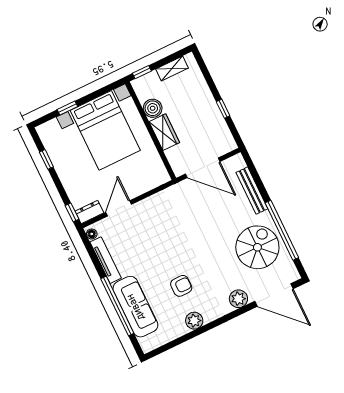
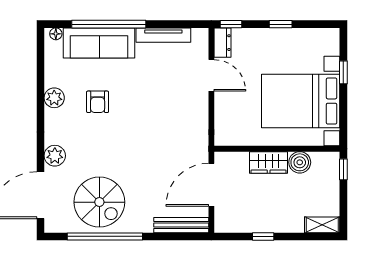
shelving: (172, 68) -> (322, 225), moved, turned 90
window: (46, 159) -> (281, 24), moved
bench: (252, 191) -> (181, 225), moved
floor lamp: (92, 234) -> (56, 34), moved

